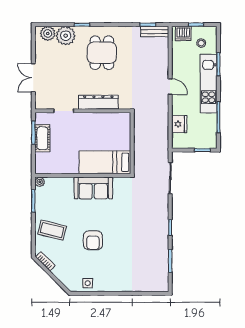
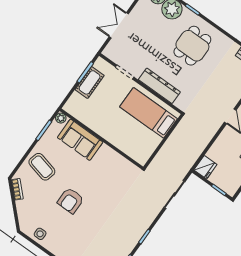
fridge: (179, 124) -> (205, 167), moved
bed: (105, 162) -> (149, 113), moved
sofa: (93, 188) -> (80, 140), moved

